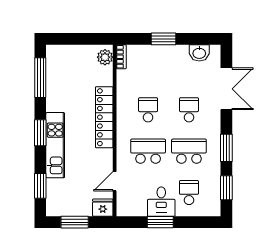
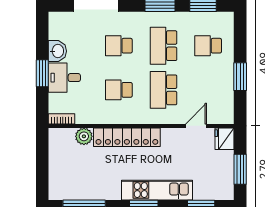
washbasin: (199, 53) -> (57, 51), moved
plant: (105, 57) -> (84, 136), moved
door: (115, 181) -> (196, 126), swing flipped
desk: (161, 202) -> (64, 78), moved, turned 180

